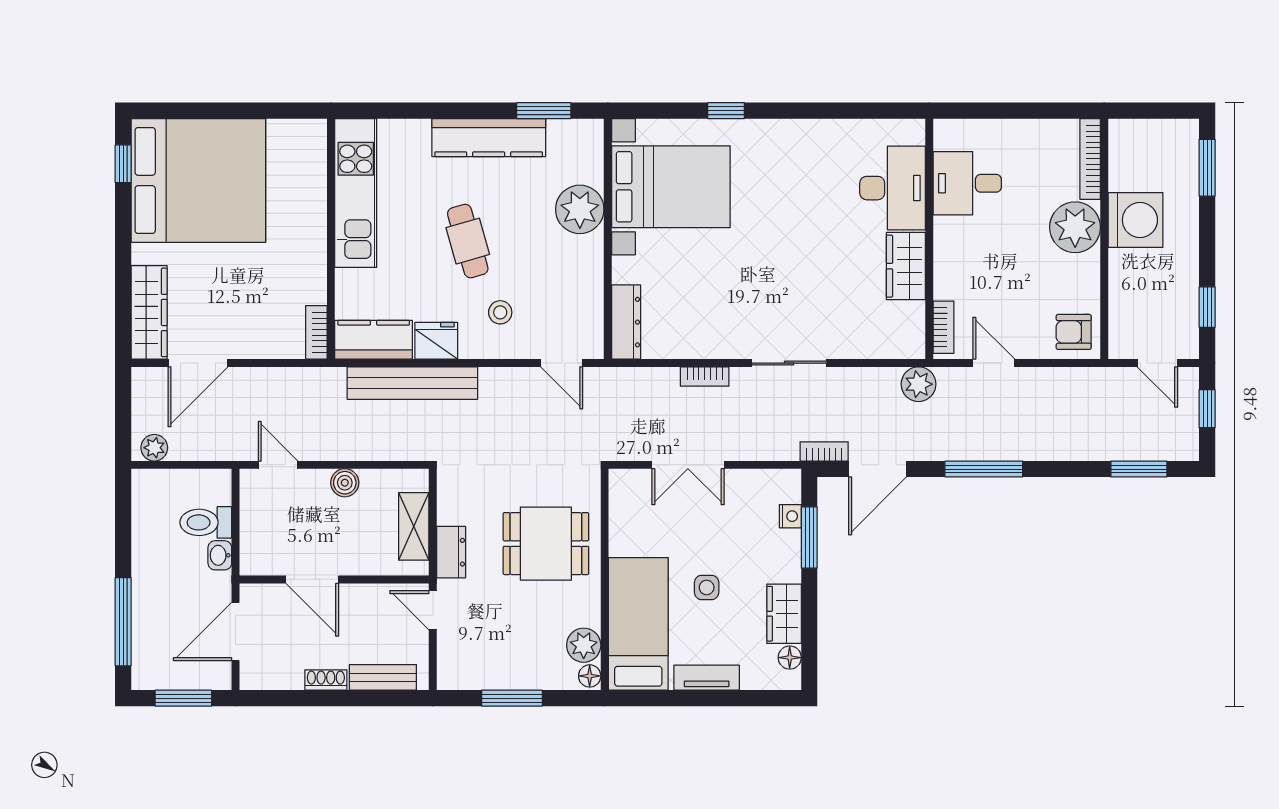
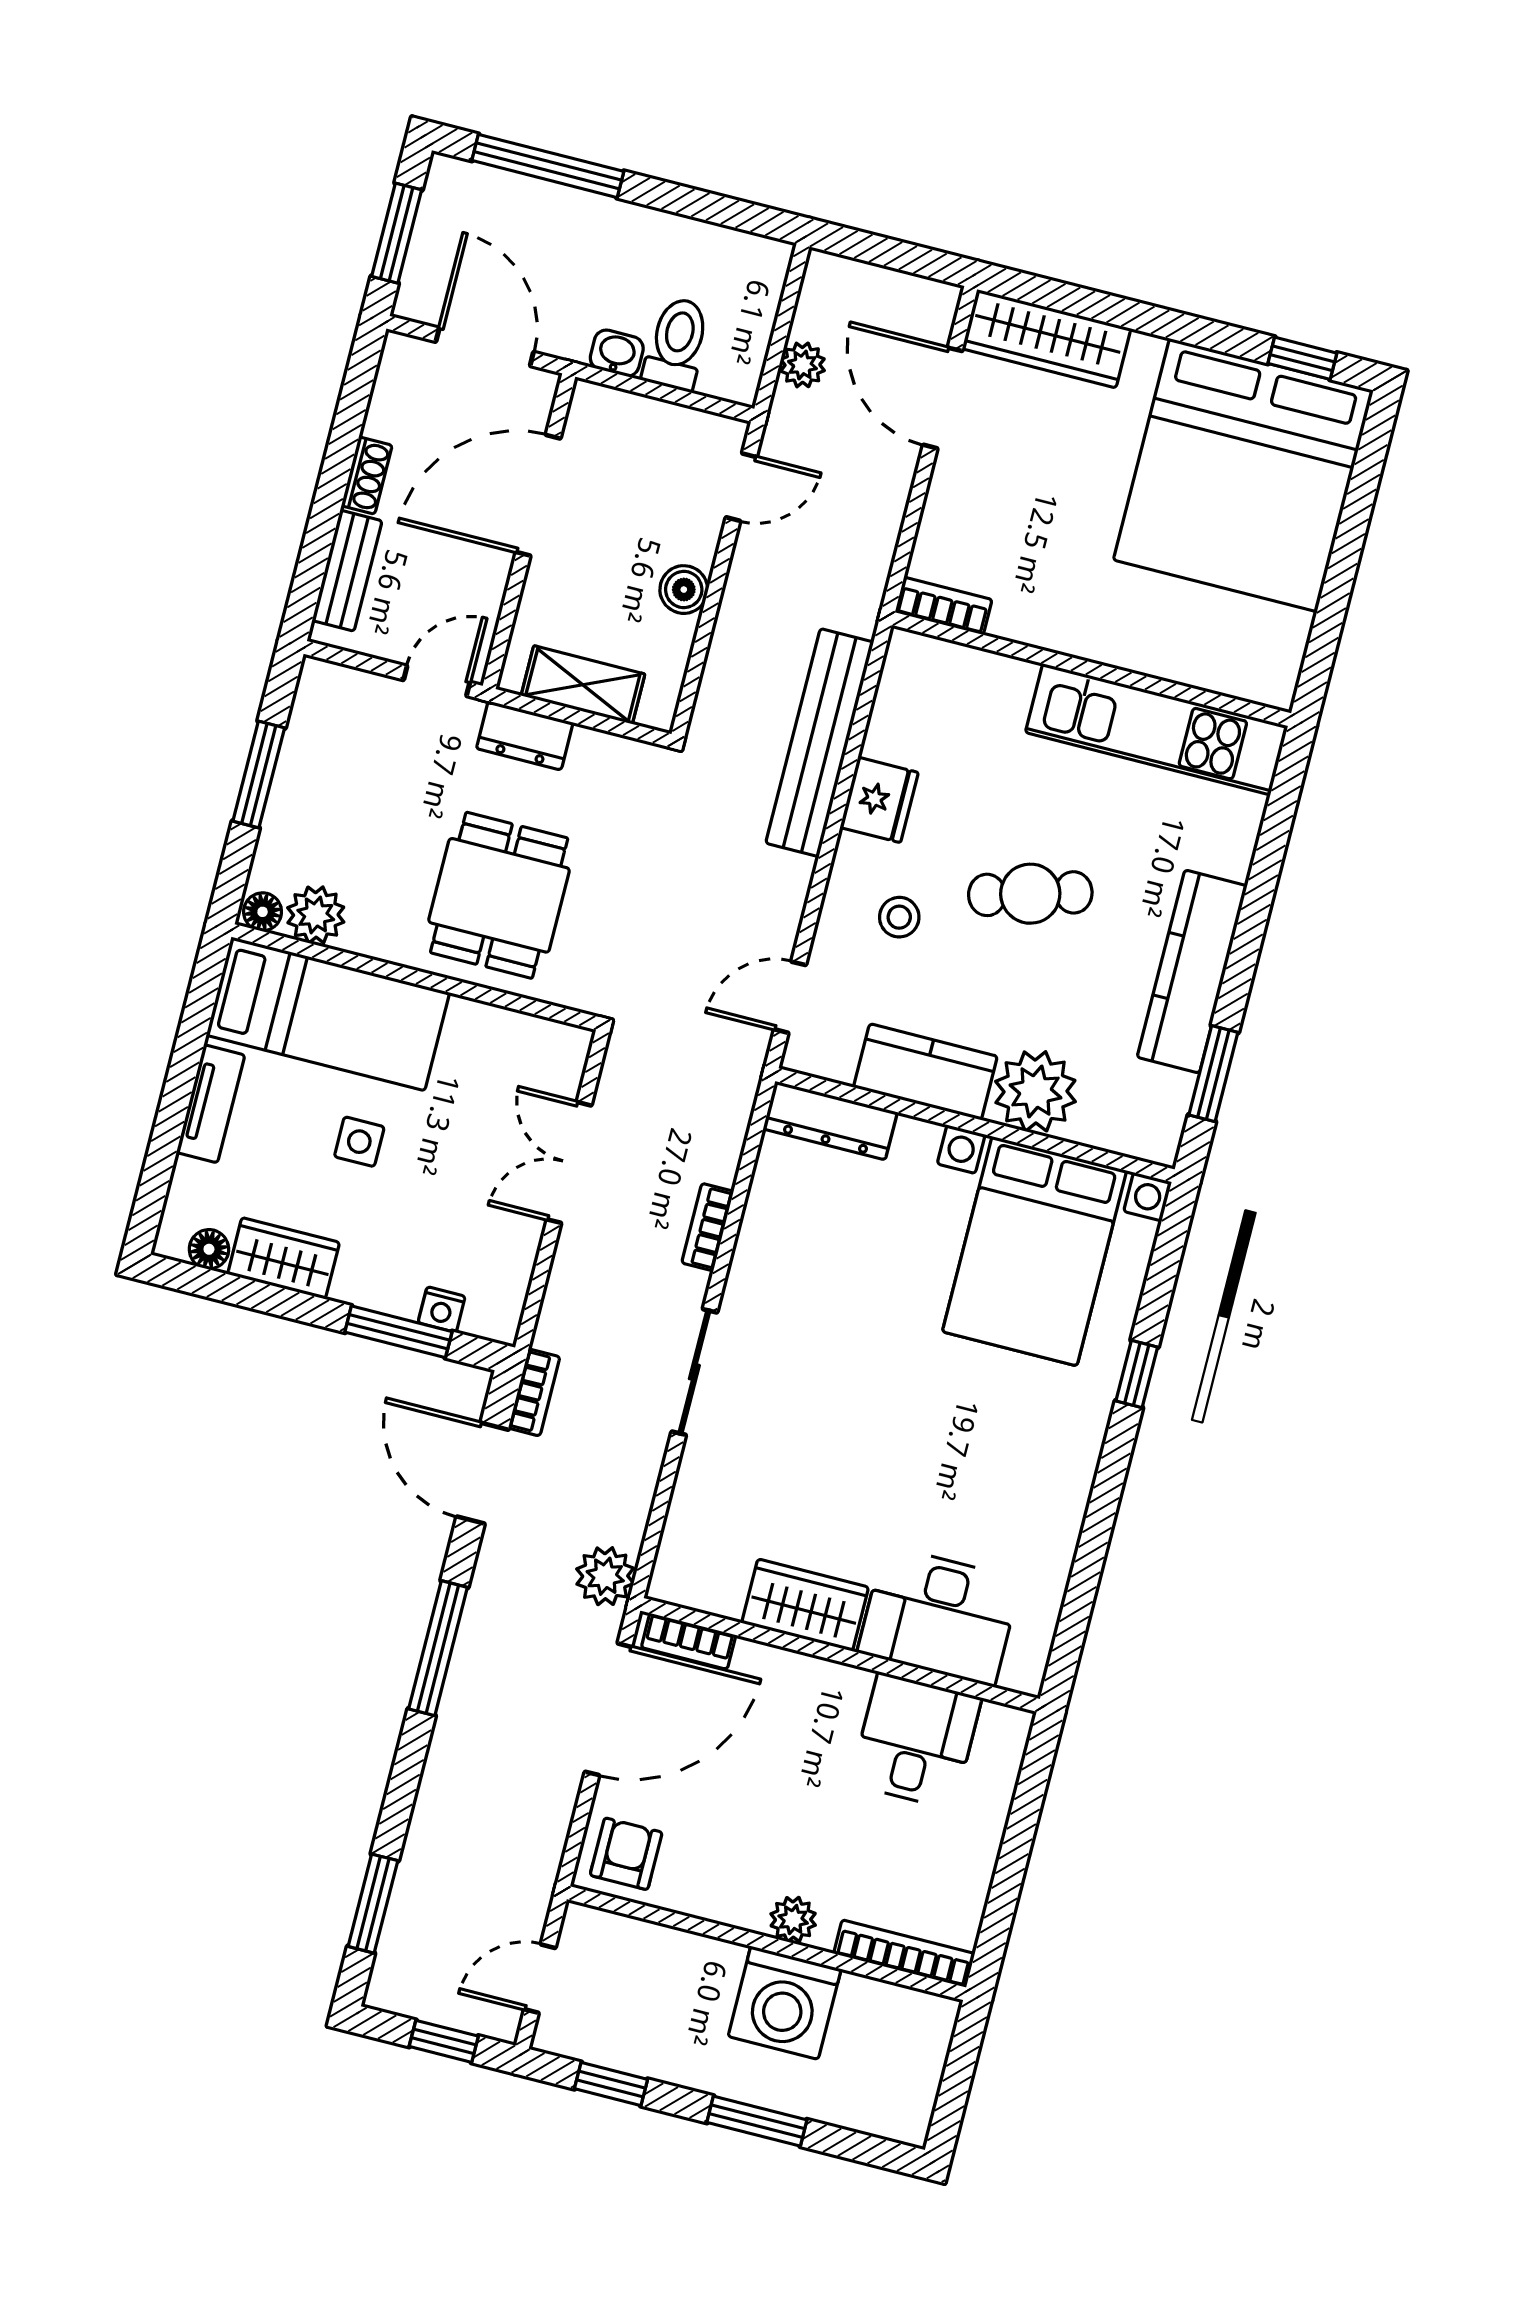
window: (1207, 168) -> (757, 2121), moved
plant: (1075, 227) -> (793, 1920), width x0.53, depth x0.53
kitchen counter: (374, 340) -> (925, 1072), moved, turned -90
door: (994, 363) -> (608, 1709), width x1.87
plant: (154, 448) -> (802, 365), moved
door: (312, 579) -> (538, 495), width x1.36

